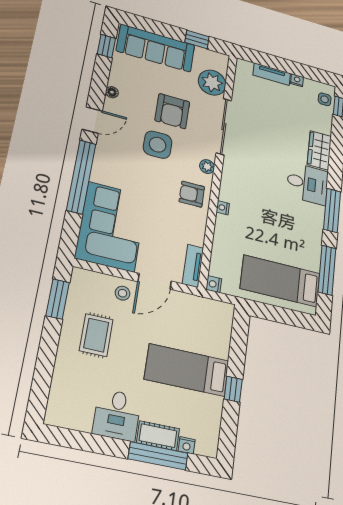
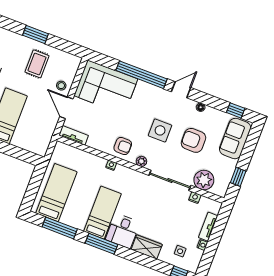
sofa: (156, 48) -> (235, 139), width x0.73
side table: (325, 99) -> (180, 251), moved
armchair: (172, 111) -> (193, 140), moved
door: (92, 120) -> (181, 90), swing flipped
armchair: (192, 194) -> (123, 146), turned 90
bed: (291, 213) -> (102, 213), added
nightstand: (214, 284) -> (195, 198), moved
window: (58, 299) -> (36, 34), moved
rug: (96, 335) -> (37, 64), turned 90

